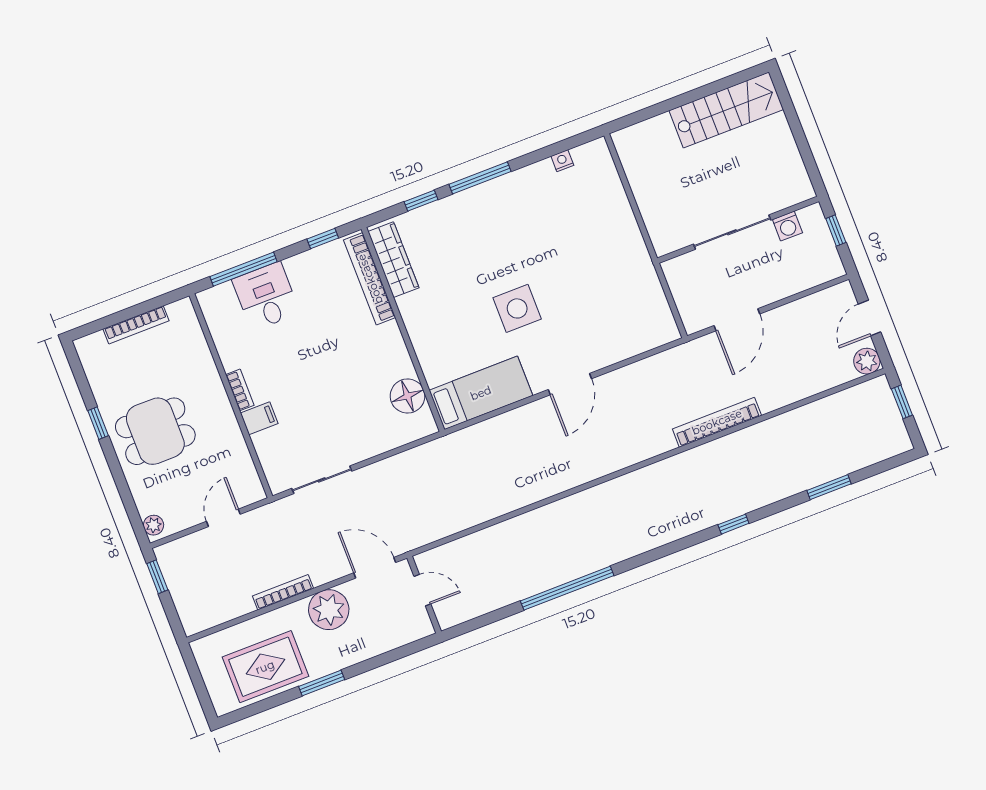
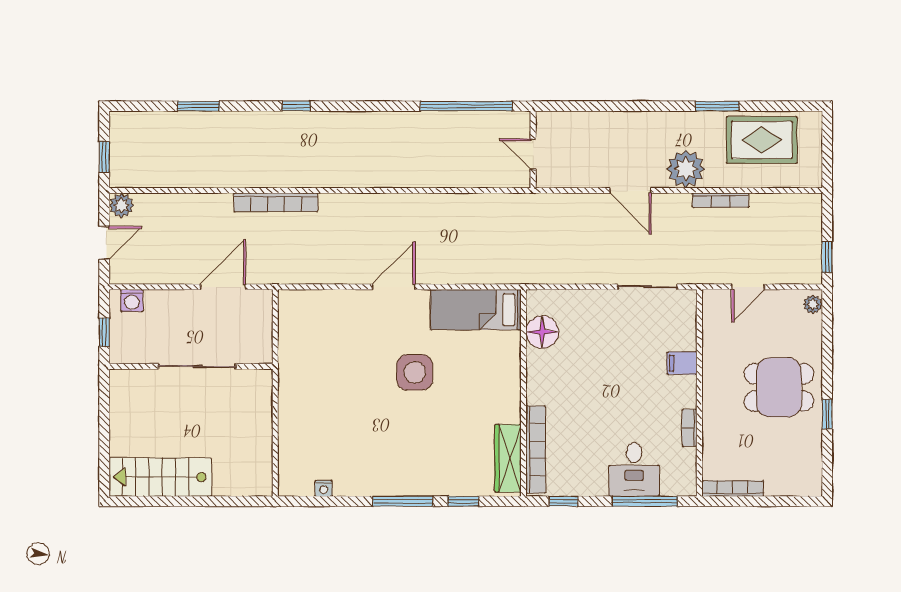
washing machine: (787, 226) -> (132, 300), moved, turned 180
bookcase: (136, 325) -> (733, 489), moved
bookcase: (240, 390) -> (690, 428), moved
door: (422, 590) -> (533, 154), moved
wall: (424, 595) -> (533, 150), moved

